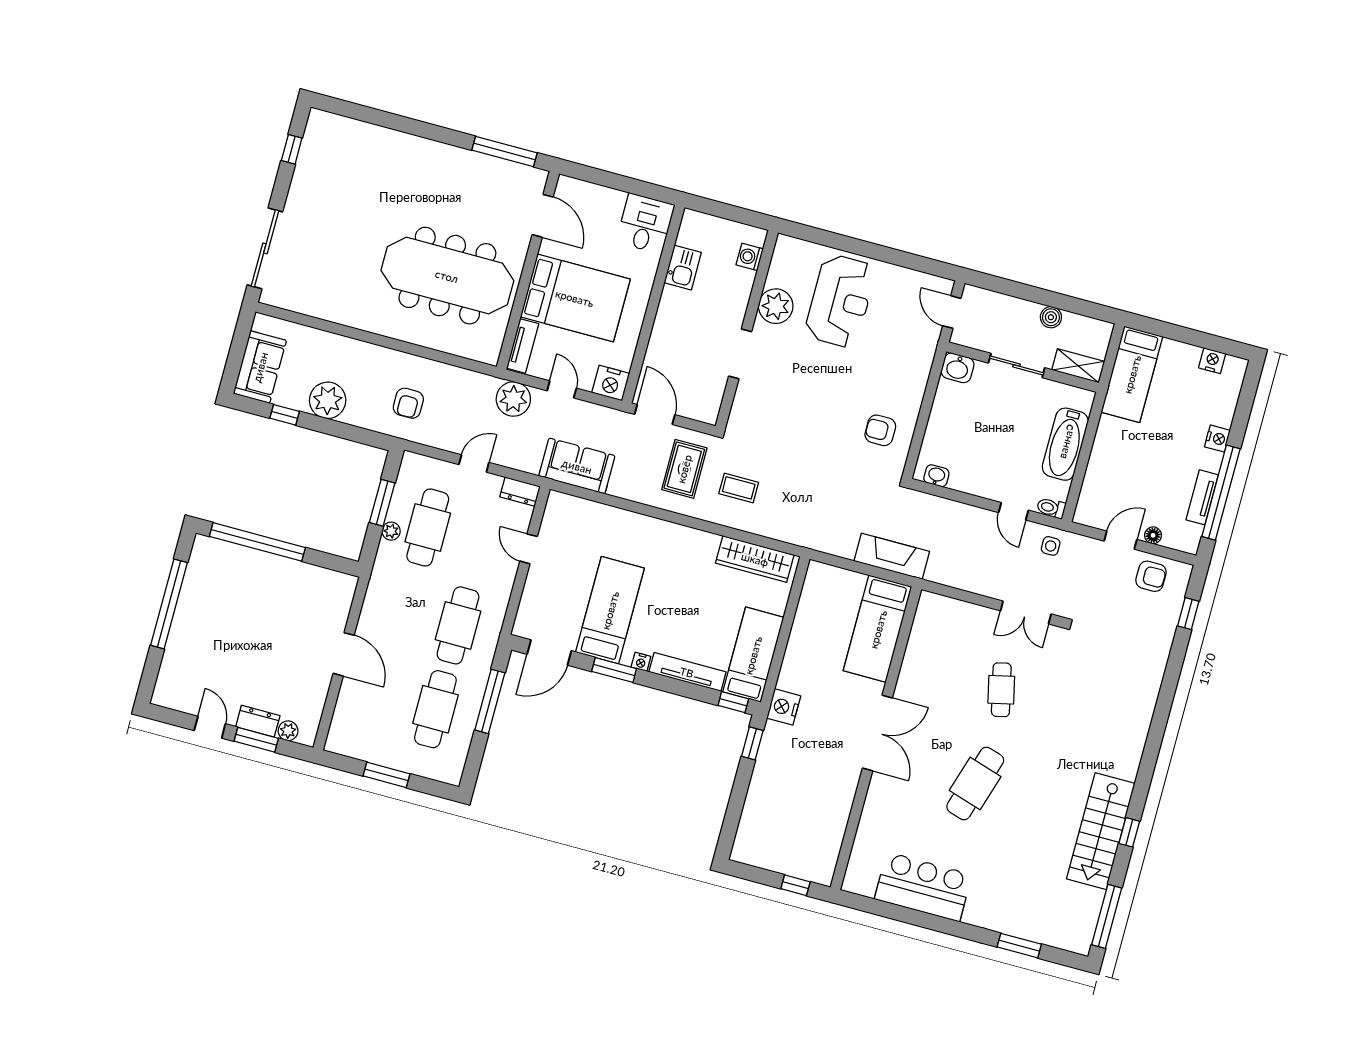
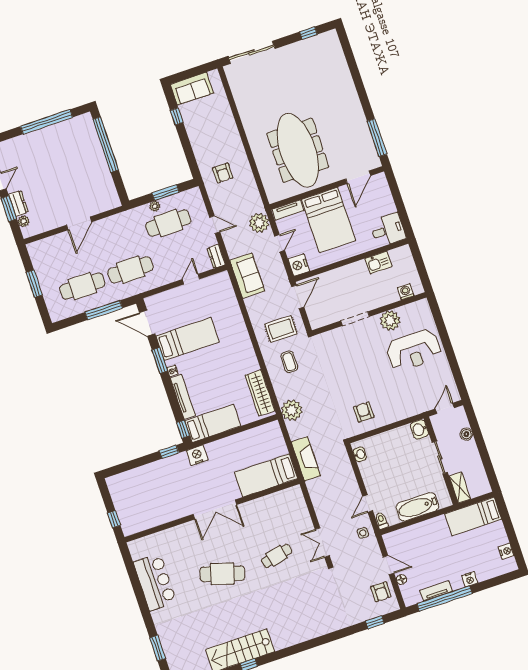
boiler: (1051, 317) -> (466, 434), moved
plant: (328, 400) -> (292, 410), moved
armchair: (408, 403) -> (223, 173), turned -90

